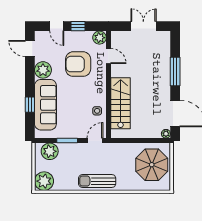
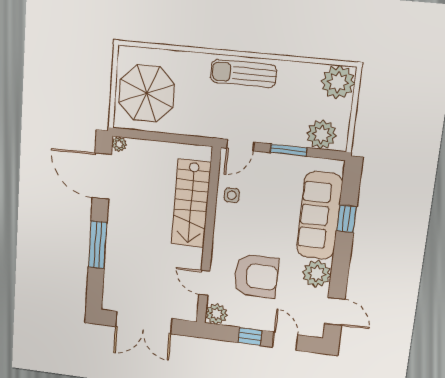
double door: (143, 26) -> (144, 323), width x1.37
sun lounger: (97, 181) -> (243, 74), turned 180

